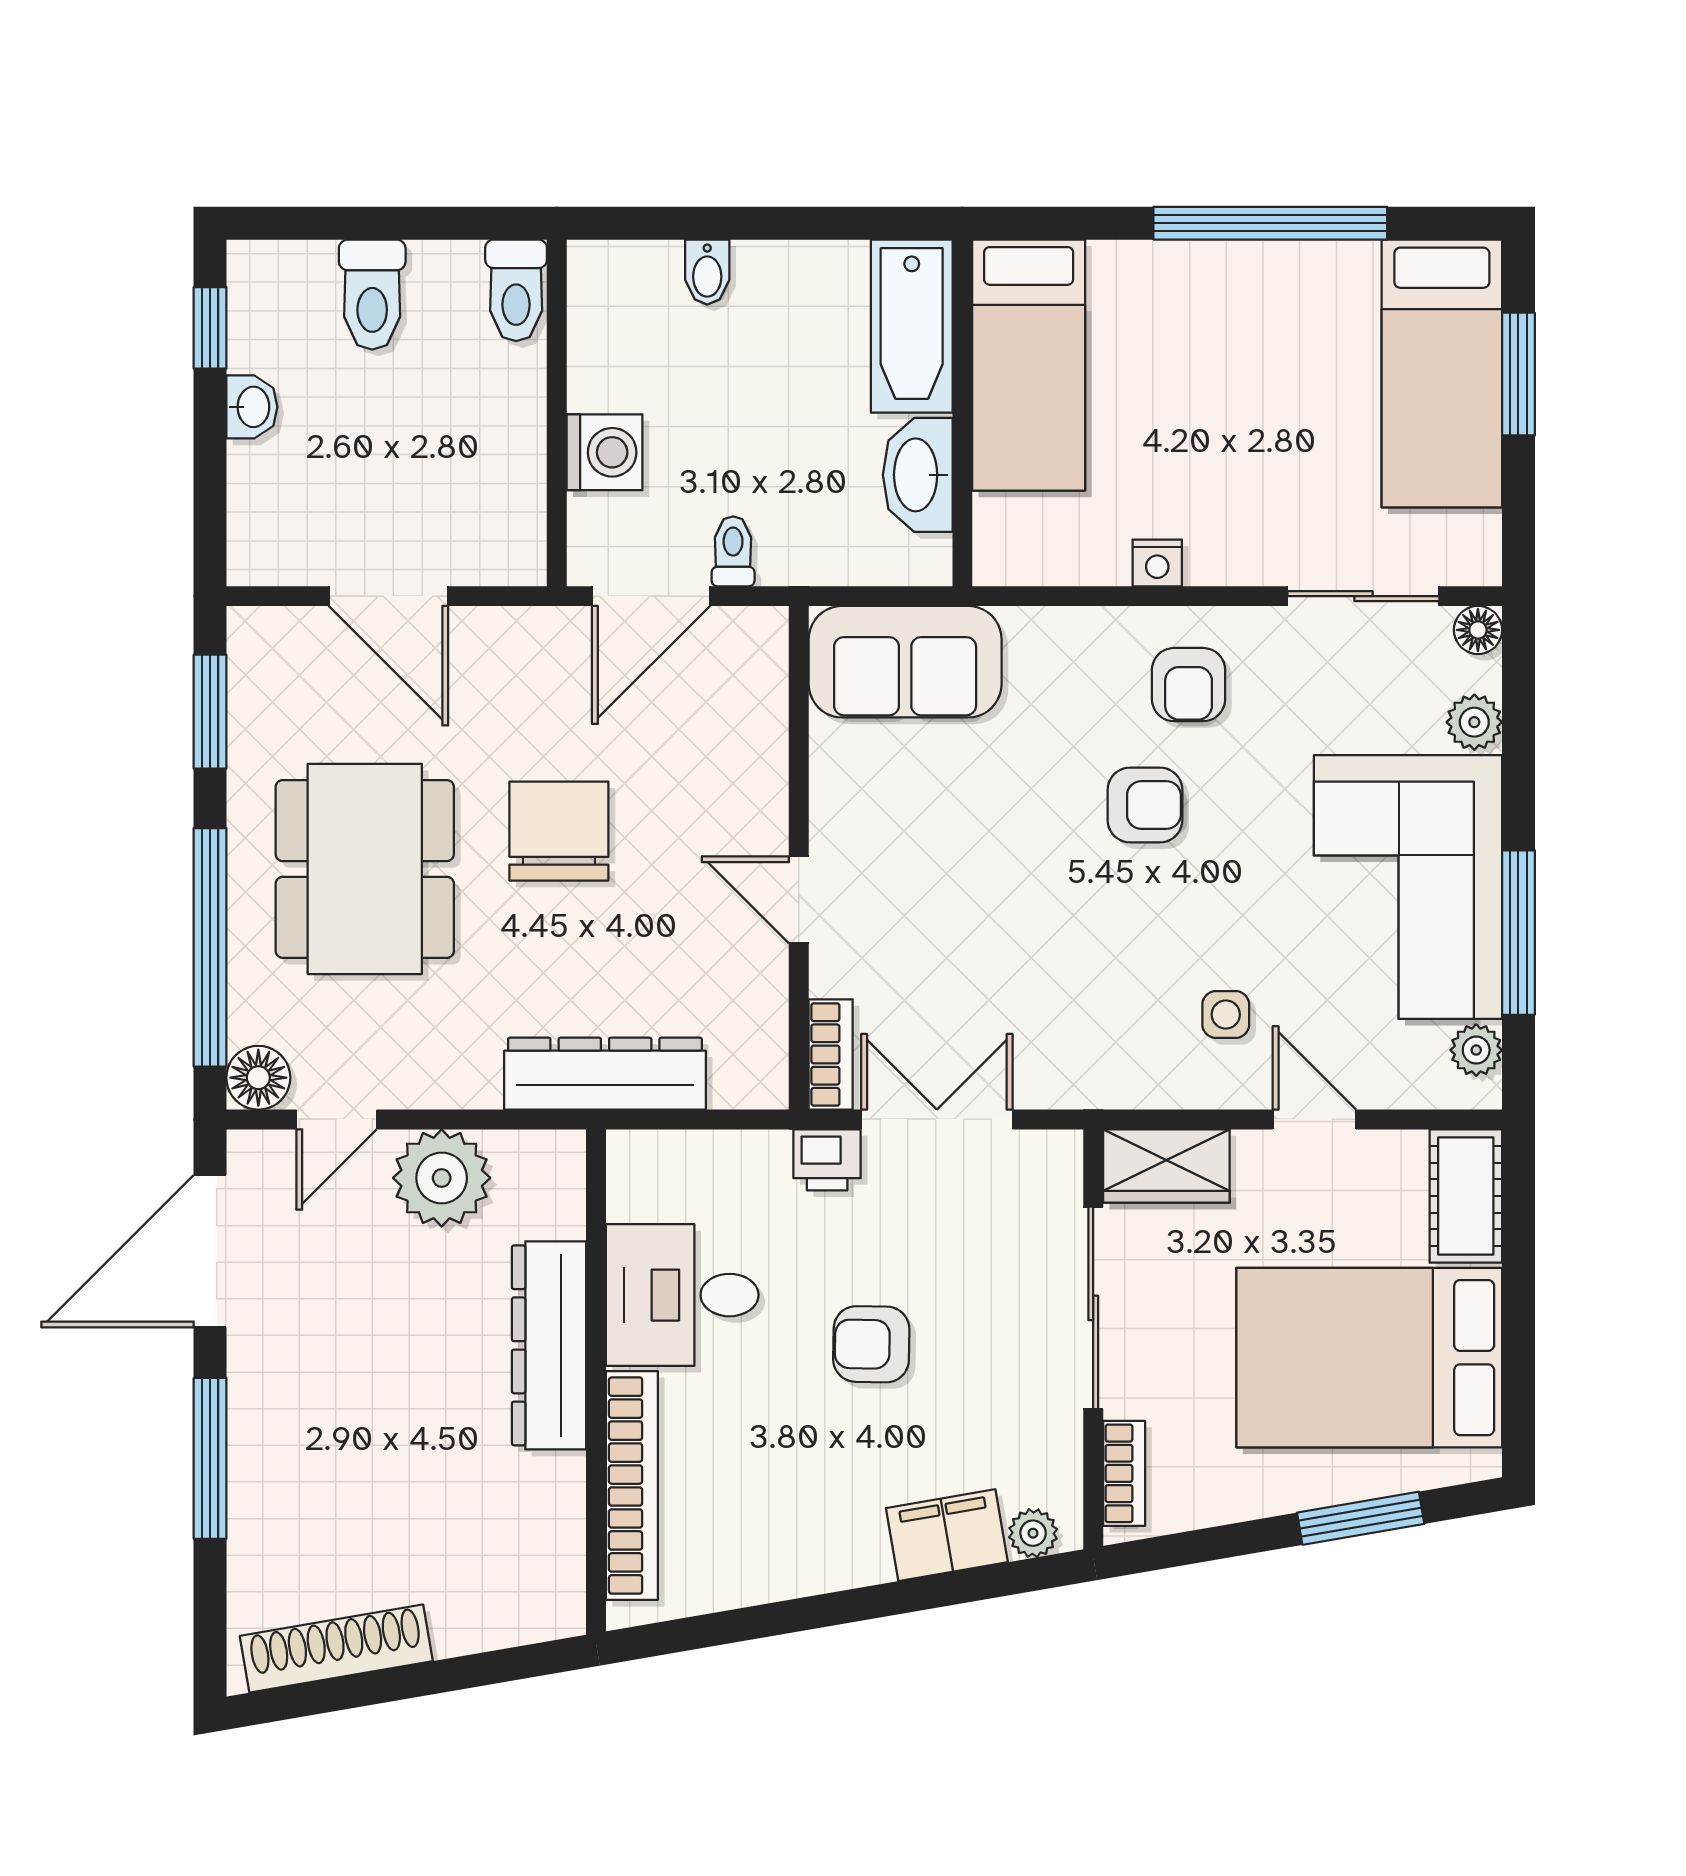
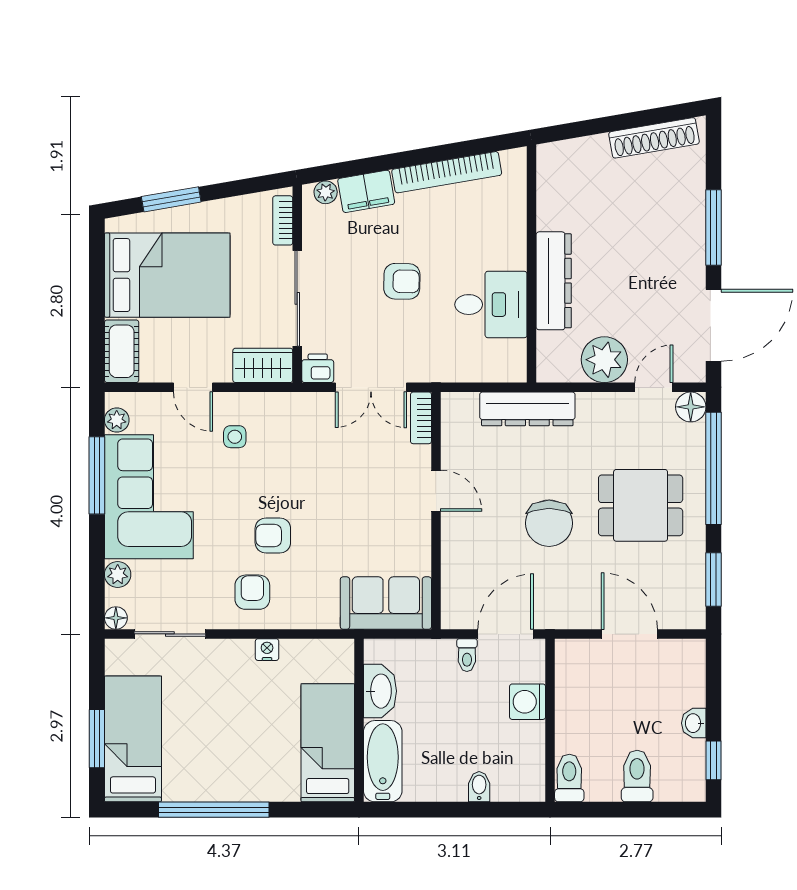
dining table: (365, 869) -> (641, 505), width x0.73
printer: (827, 1160) -> (318, 368), moved
bookcase: (632, 1486) -> (447, 172), moved, turned -100

